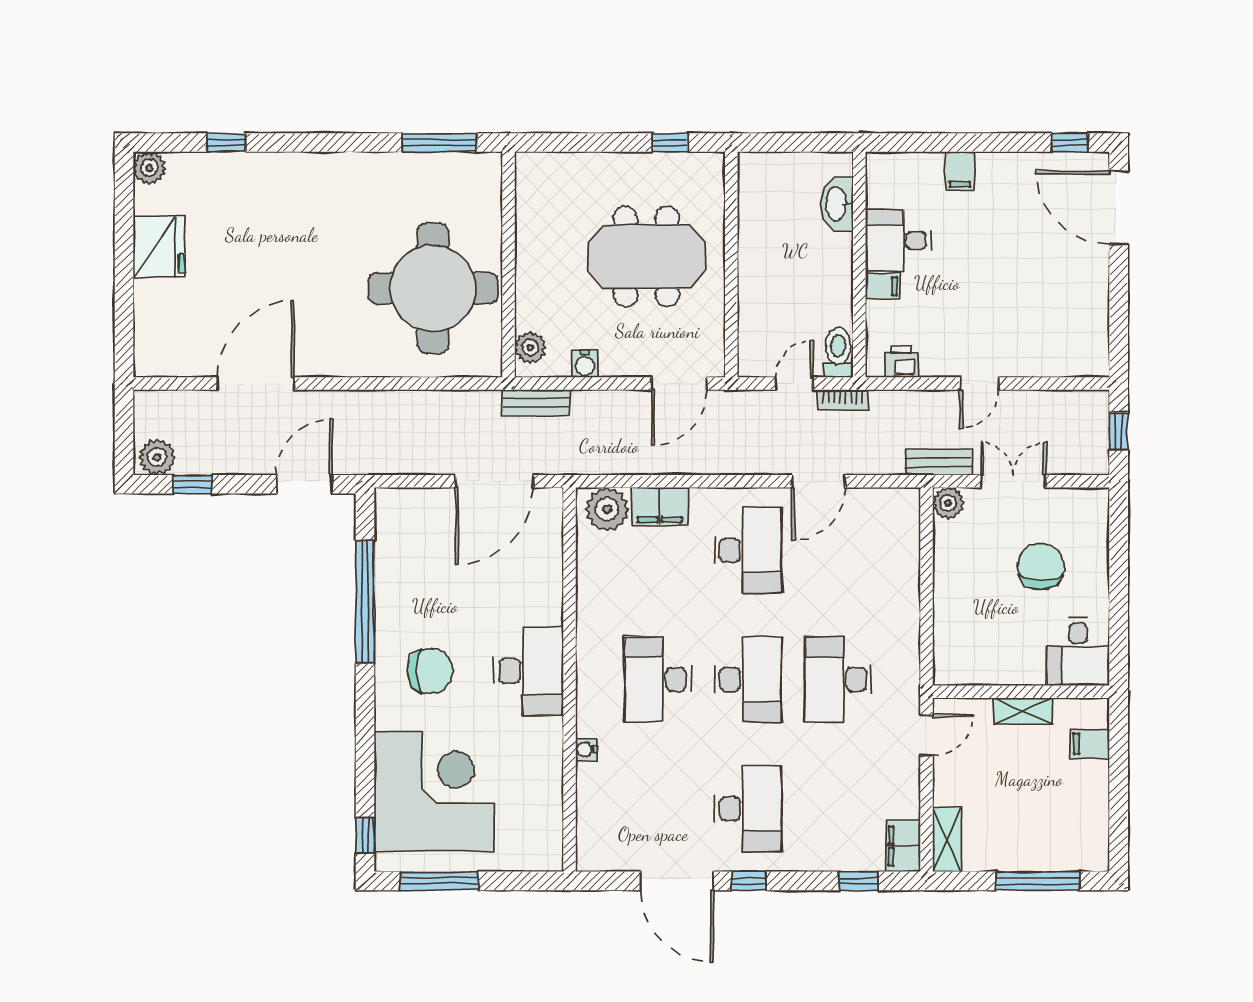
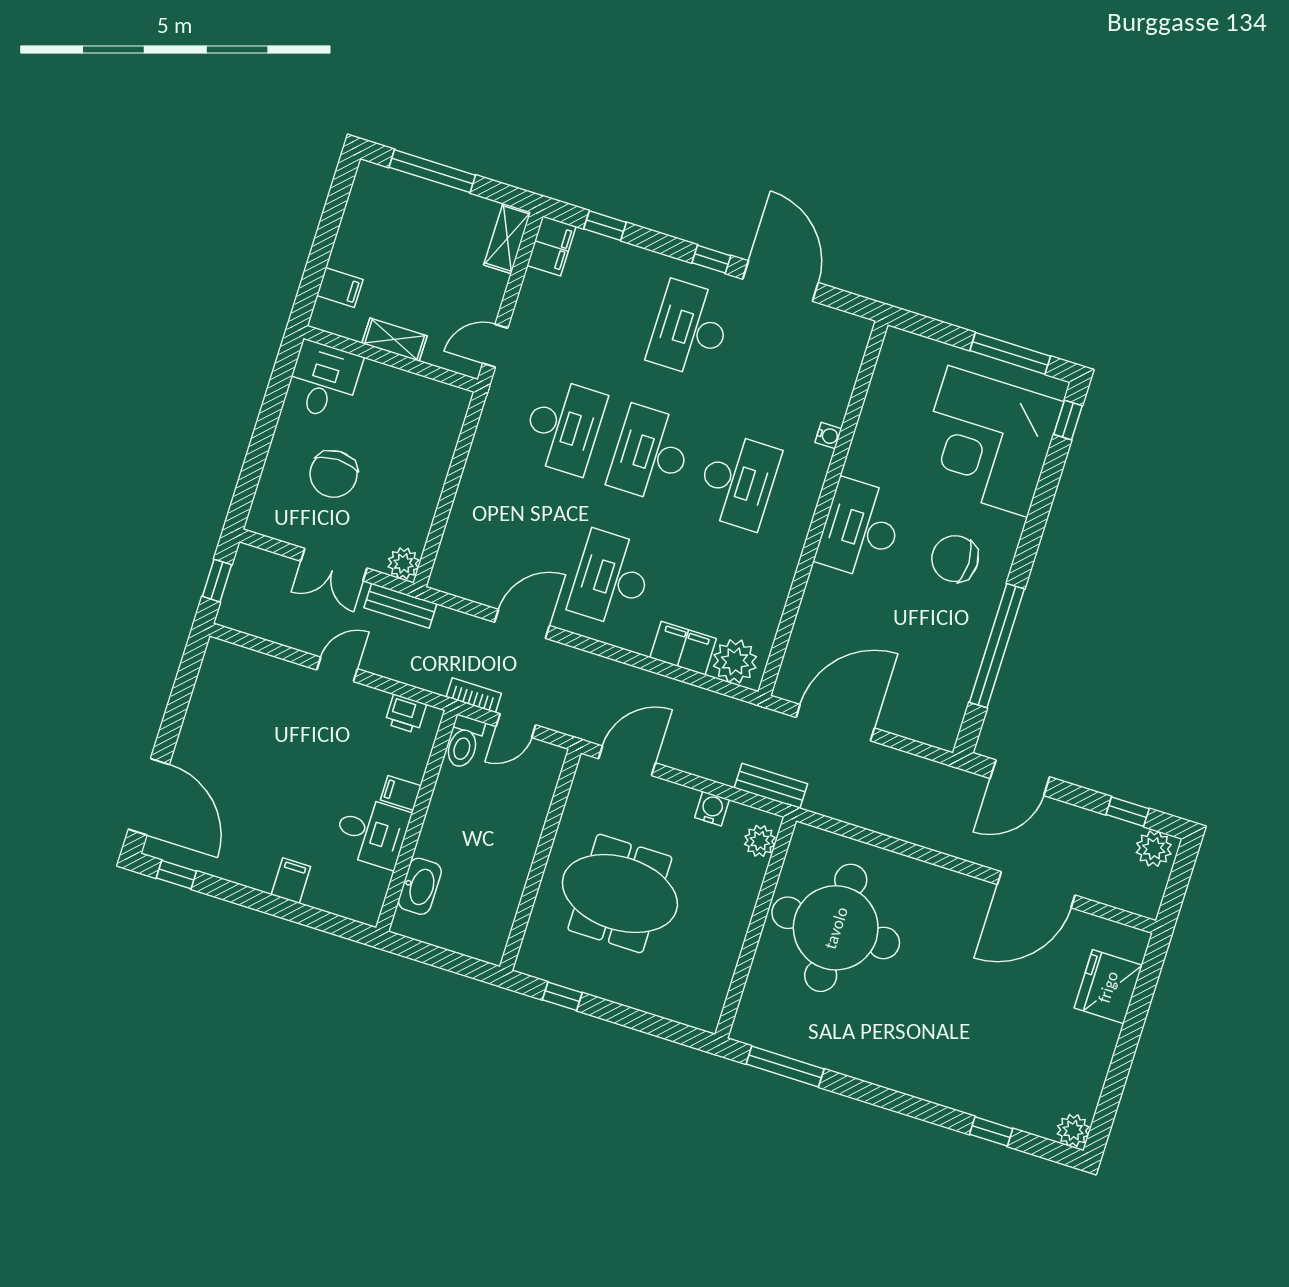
fridge: (159, 247) -> (1108, 987), moved

